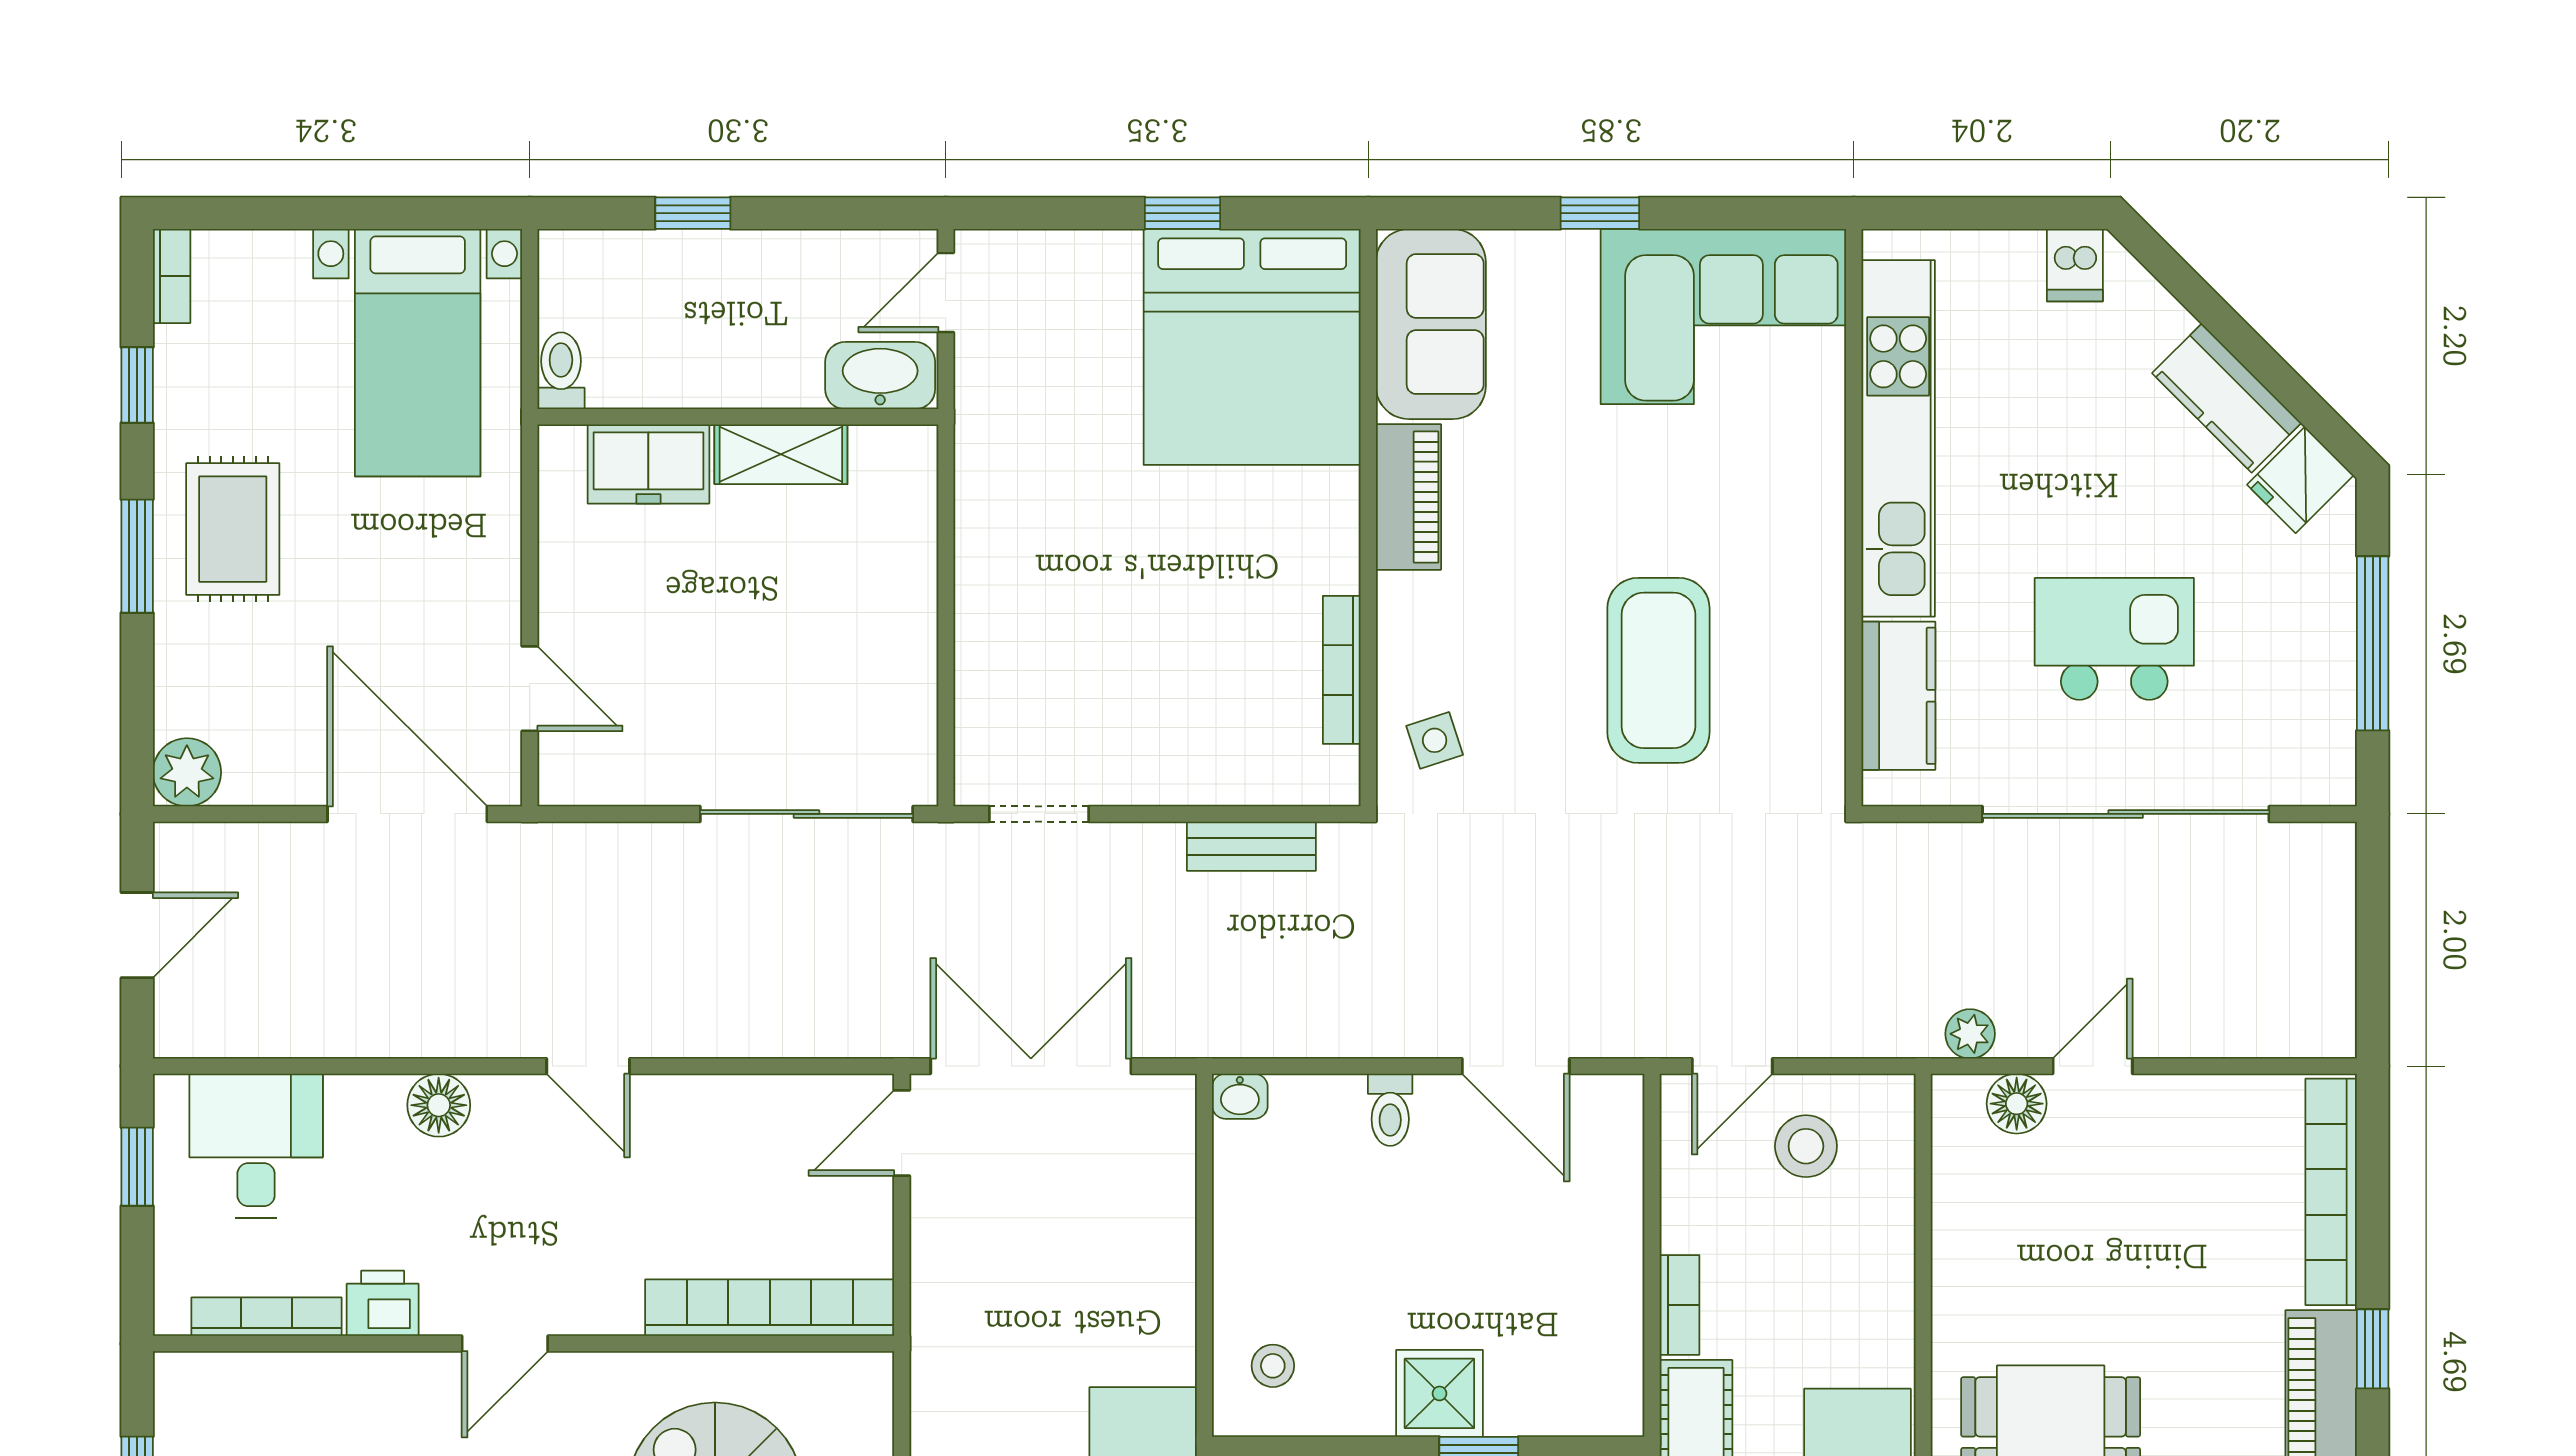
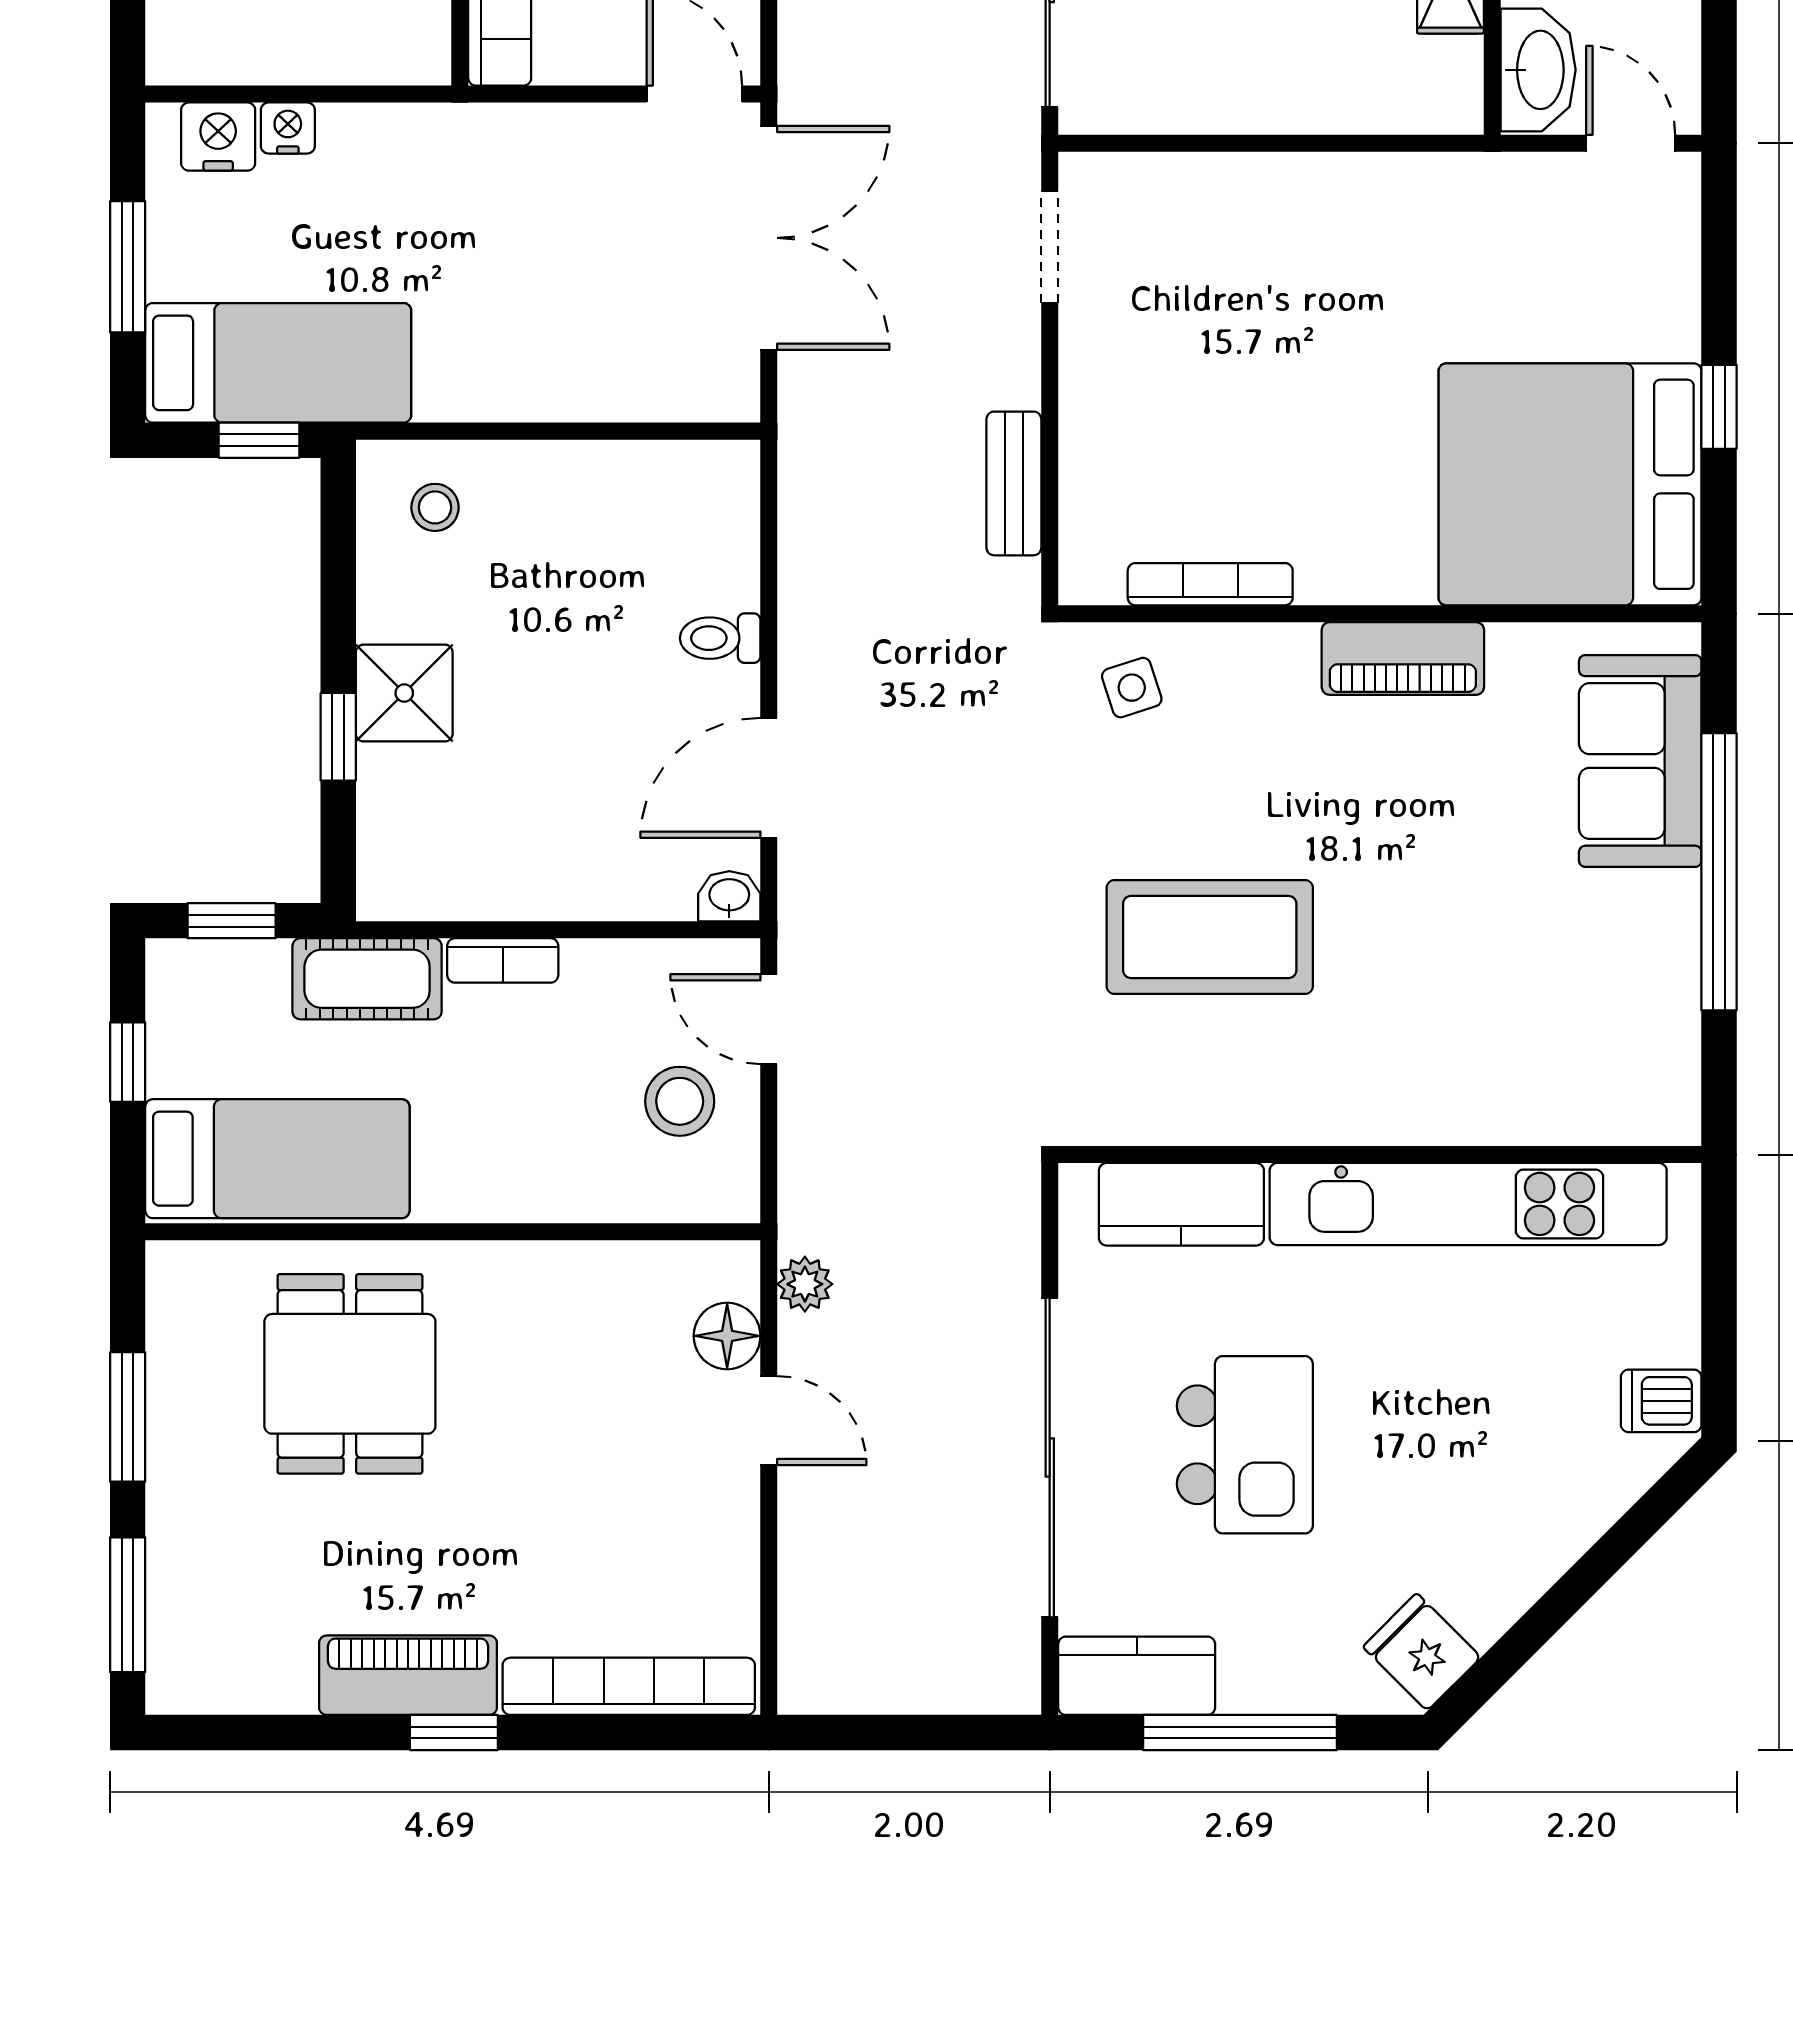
window: (1600, 213) -> (1719, 872), width x3.17
corner sofa: (1723, 317) -> (1604, 1009), removed
sofa: (1431, 324) -> (1640, 761), moved, turned 90
kitchen counter: (2227, 398) -> (1137, 1676), moved, turned 45
washbasin: (1240, 1096) -> (729, 896), moved, turned 90

